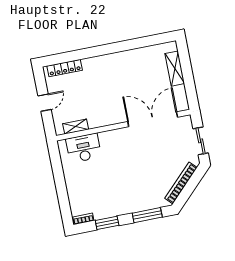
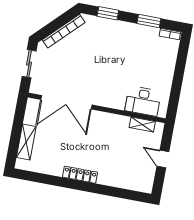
locker: (65, 68) -> (80, 175), moved
door: (44, 103) -> (163, 159), hinge flipped
window: (147, 215) -> (108, 13), width x0.69

